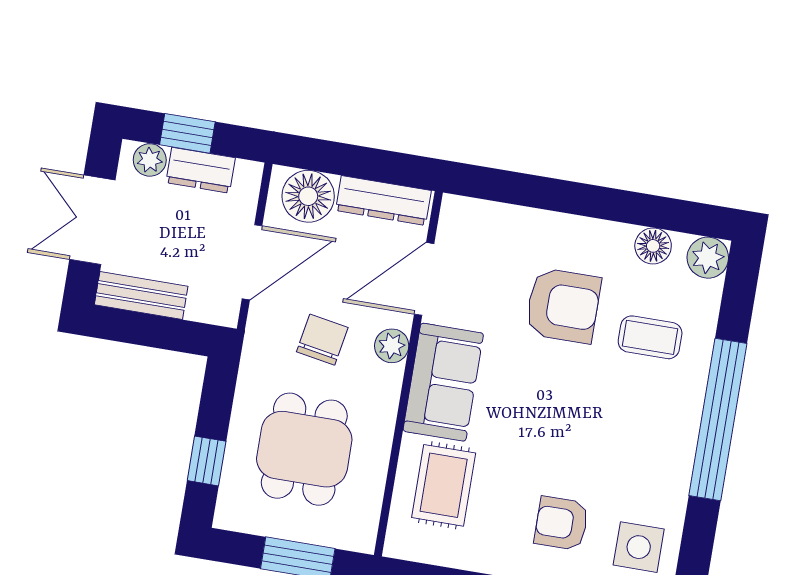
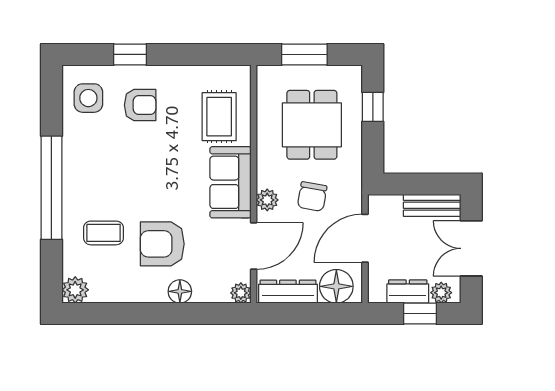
plant: (456, 211) -> (241, 293), added
double door: (92, 220) -> (471, 248), swing flipped
floor lamp: (653, 246) -> (180, 291), moved

